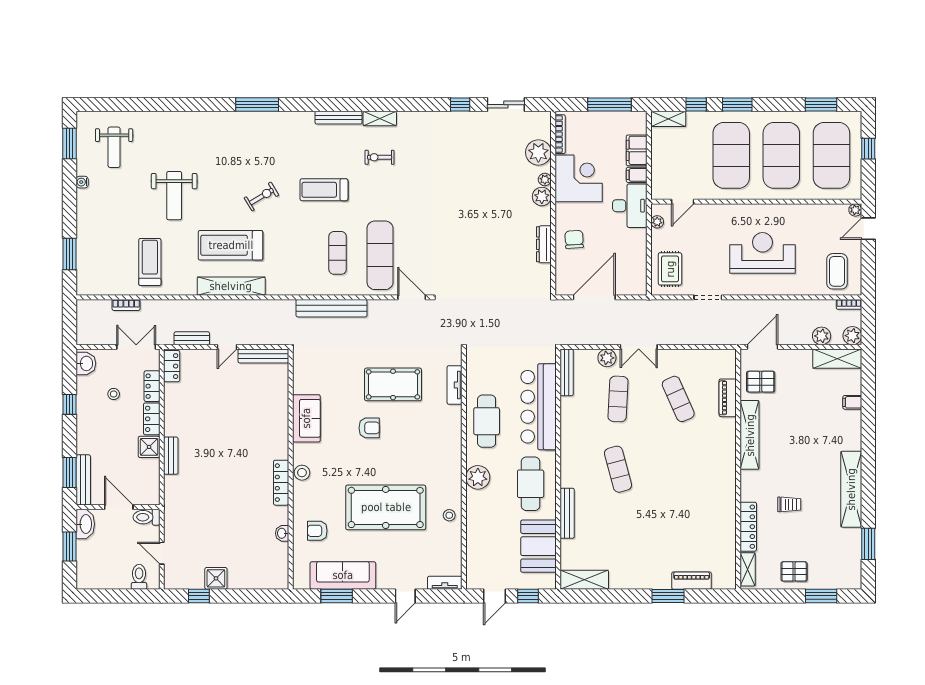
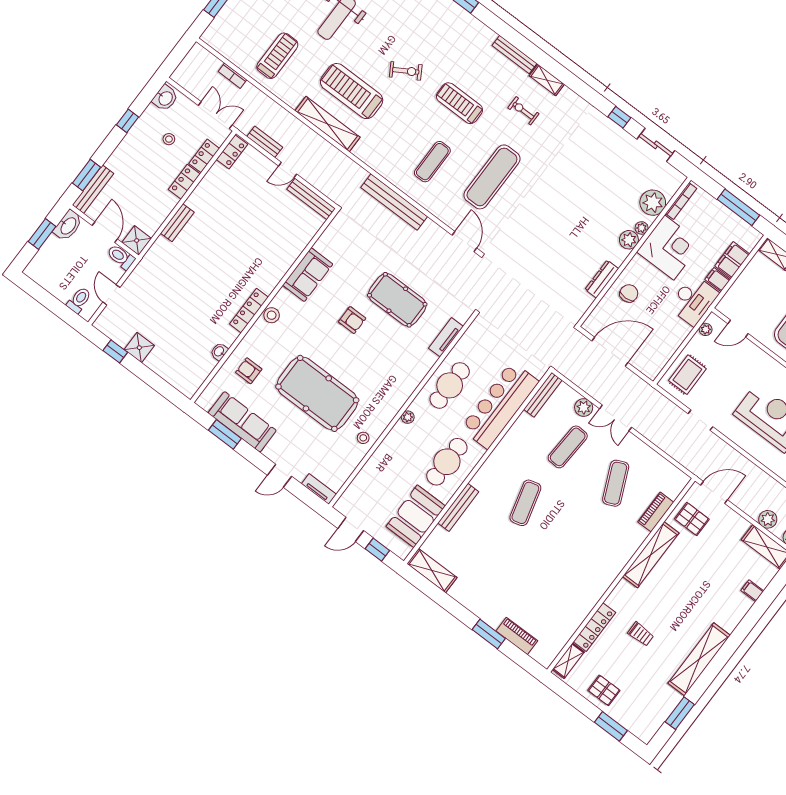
exercise mat: (380, 255) -> (492, 177), moved
shower: (149, 447) -> (137, 240), moved
plant: (478, 477) -> (408, 417), width x0.53, depth x0.53

